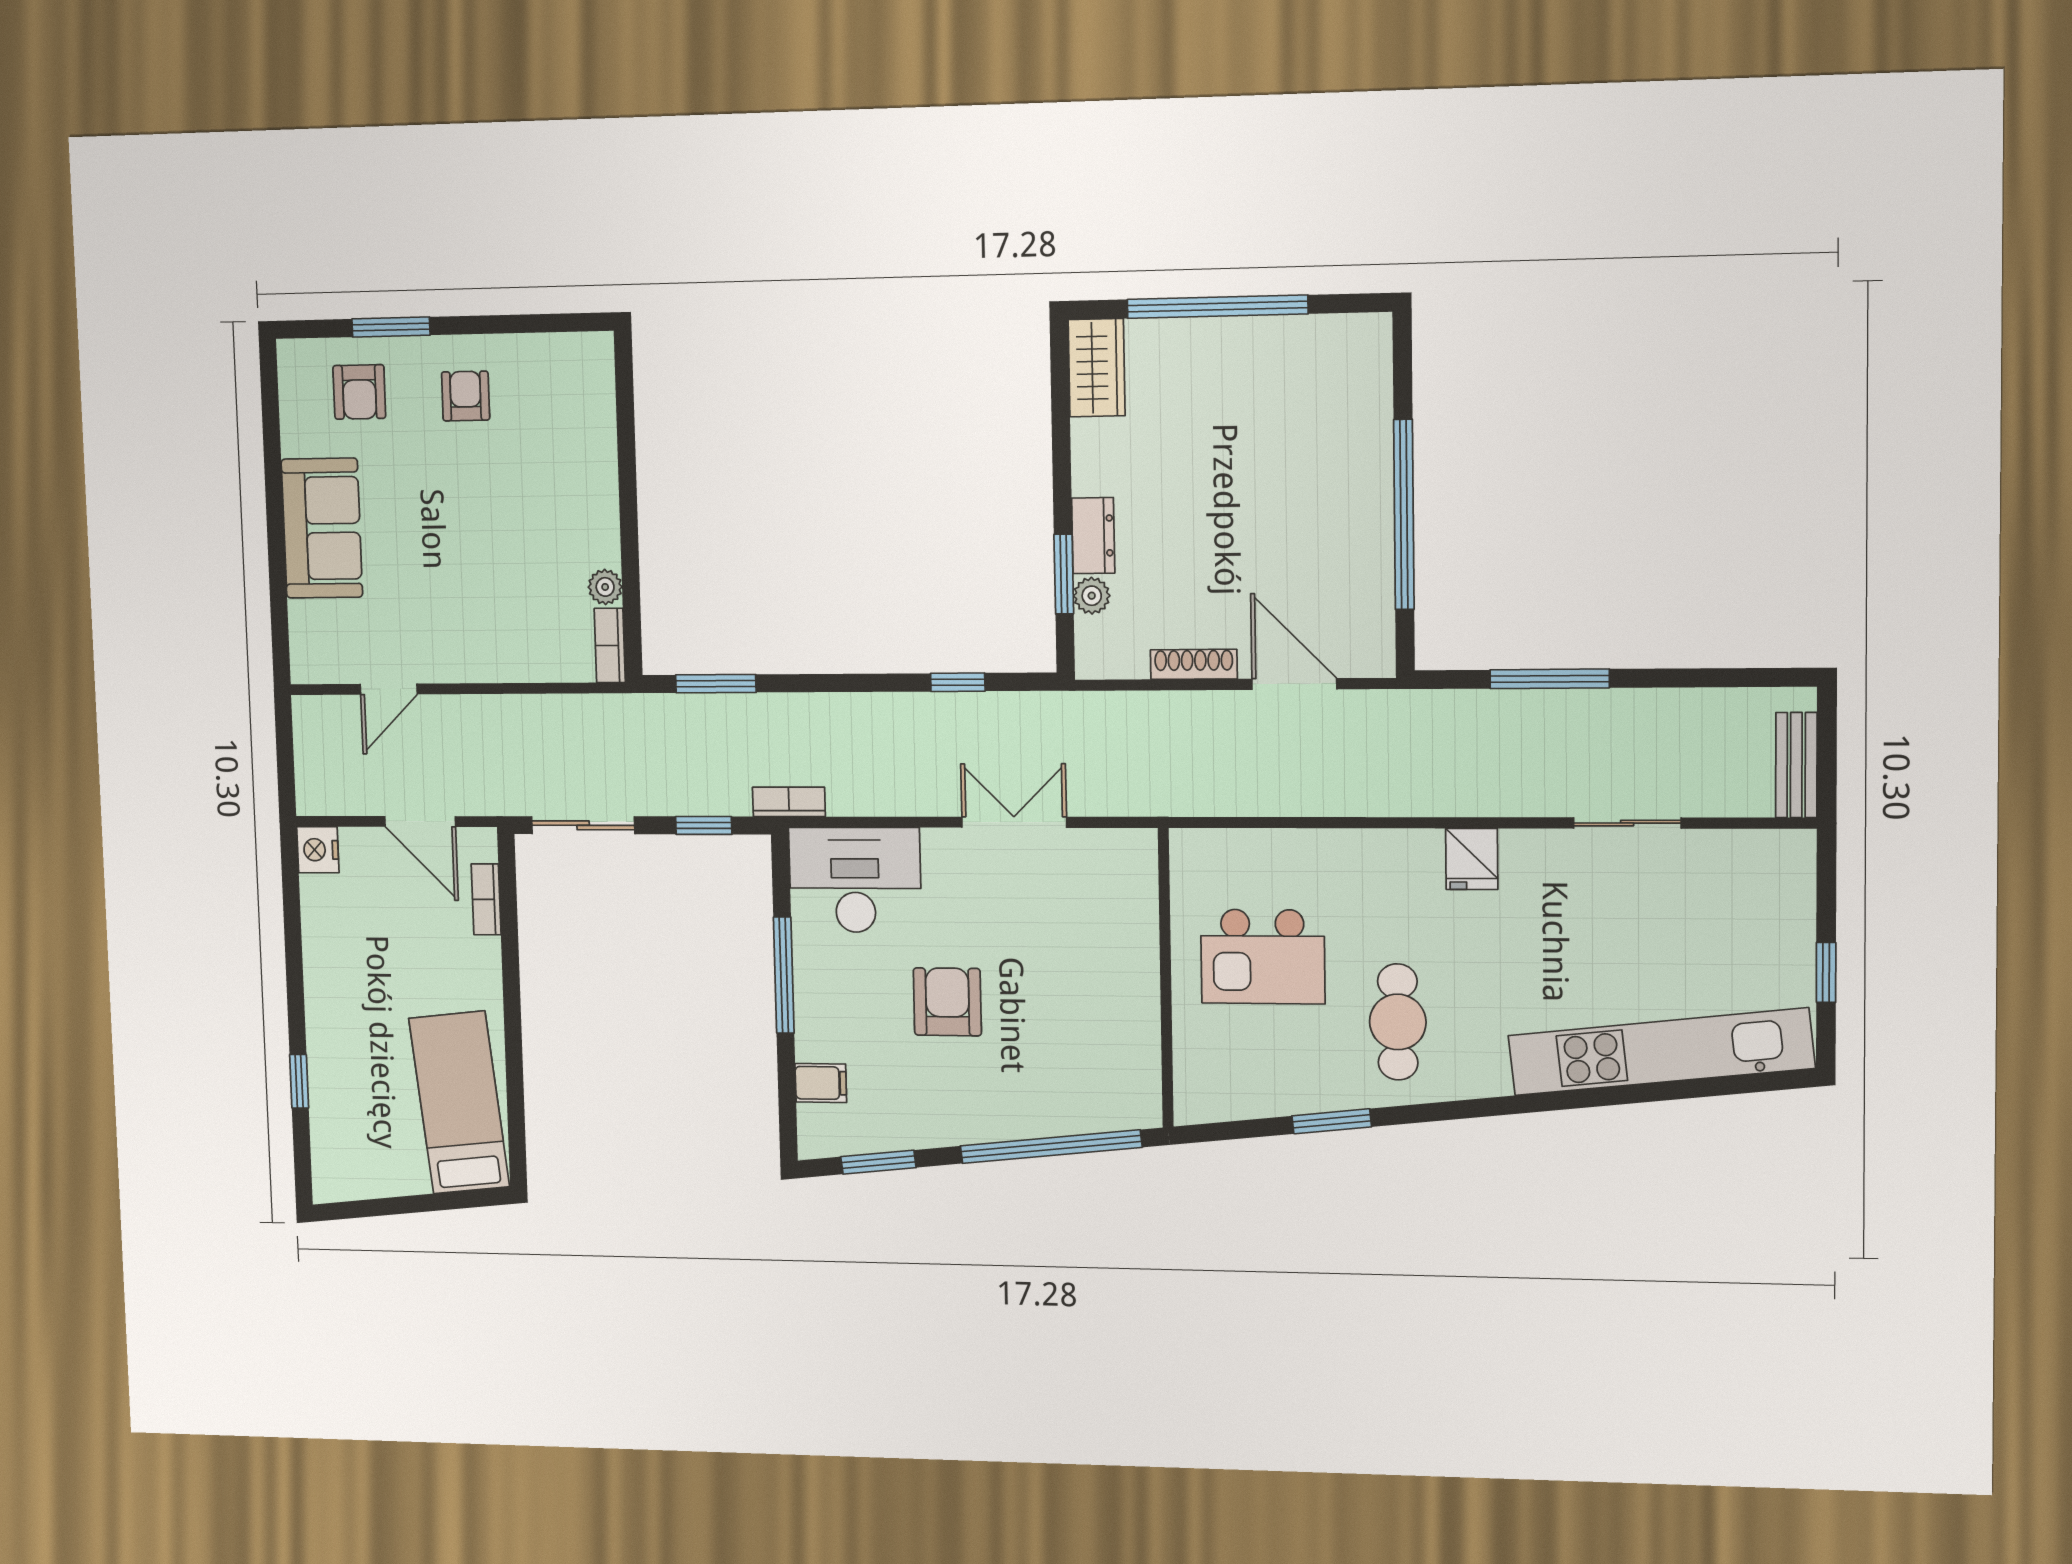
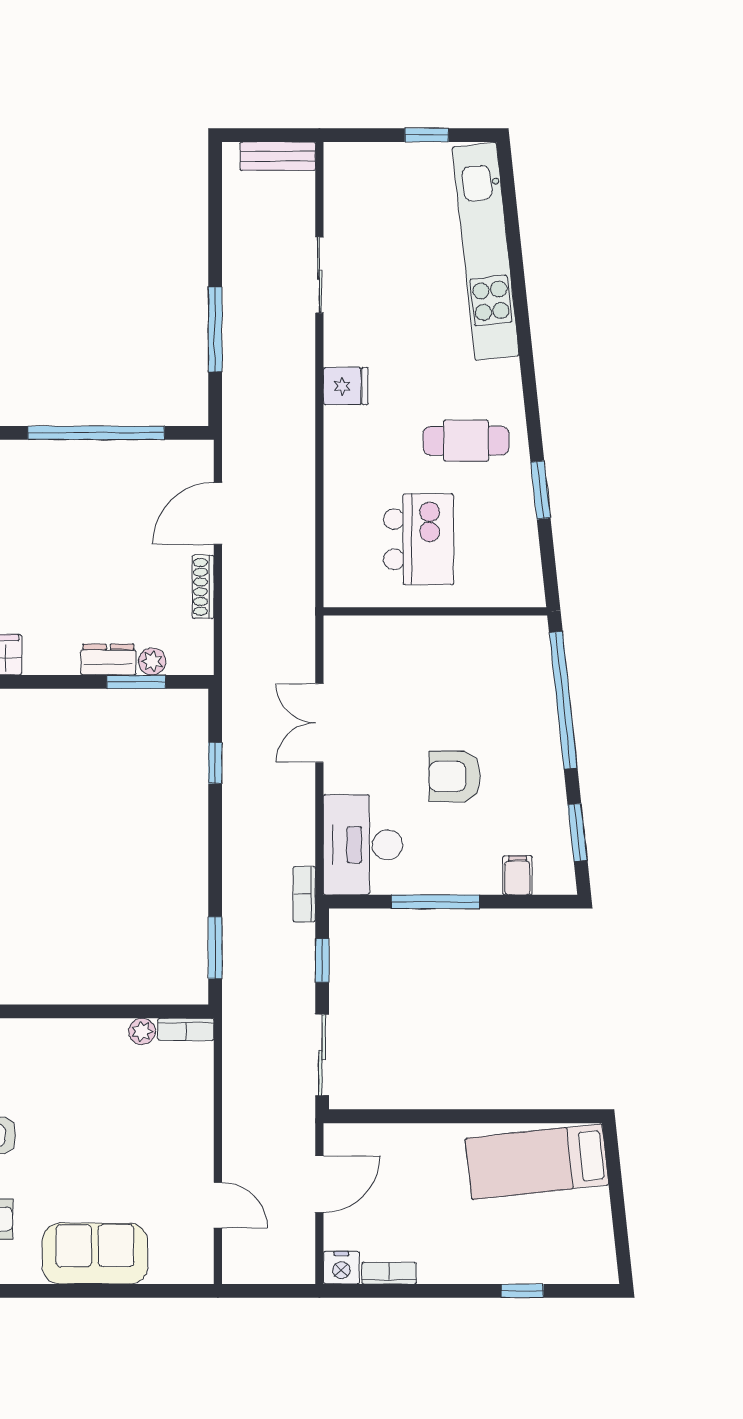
bookcase: (486, 899) -> (389, 1273), moved, turned 180

